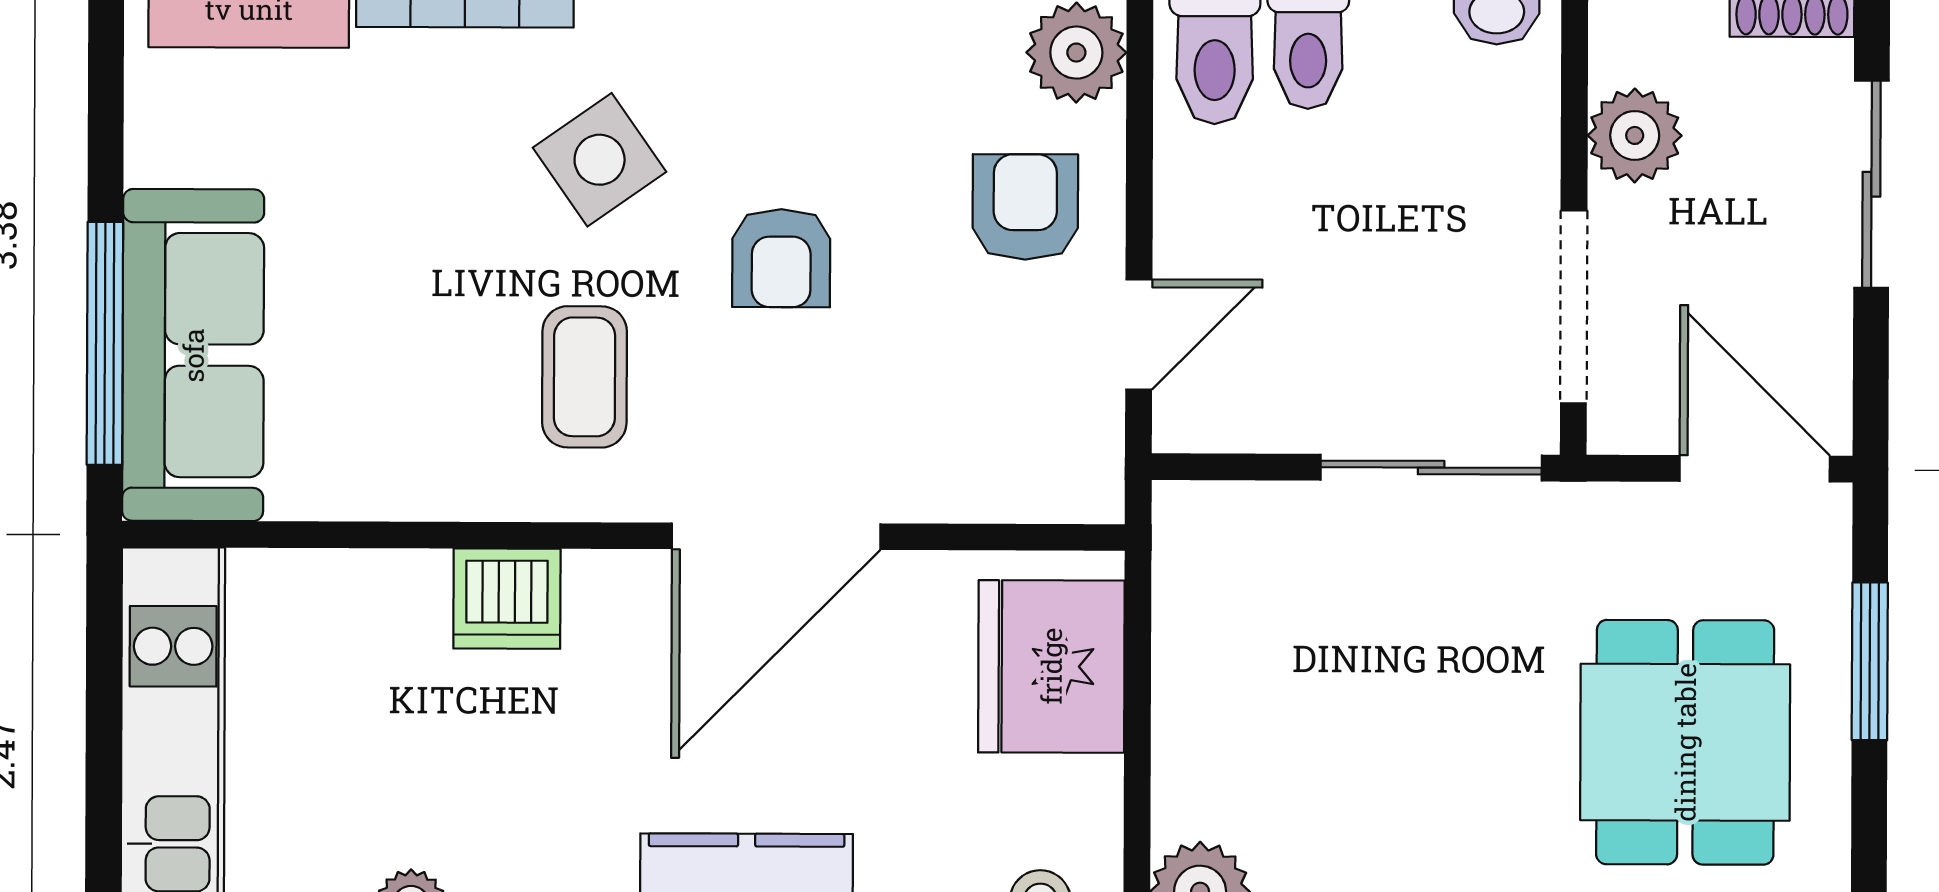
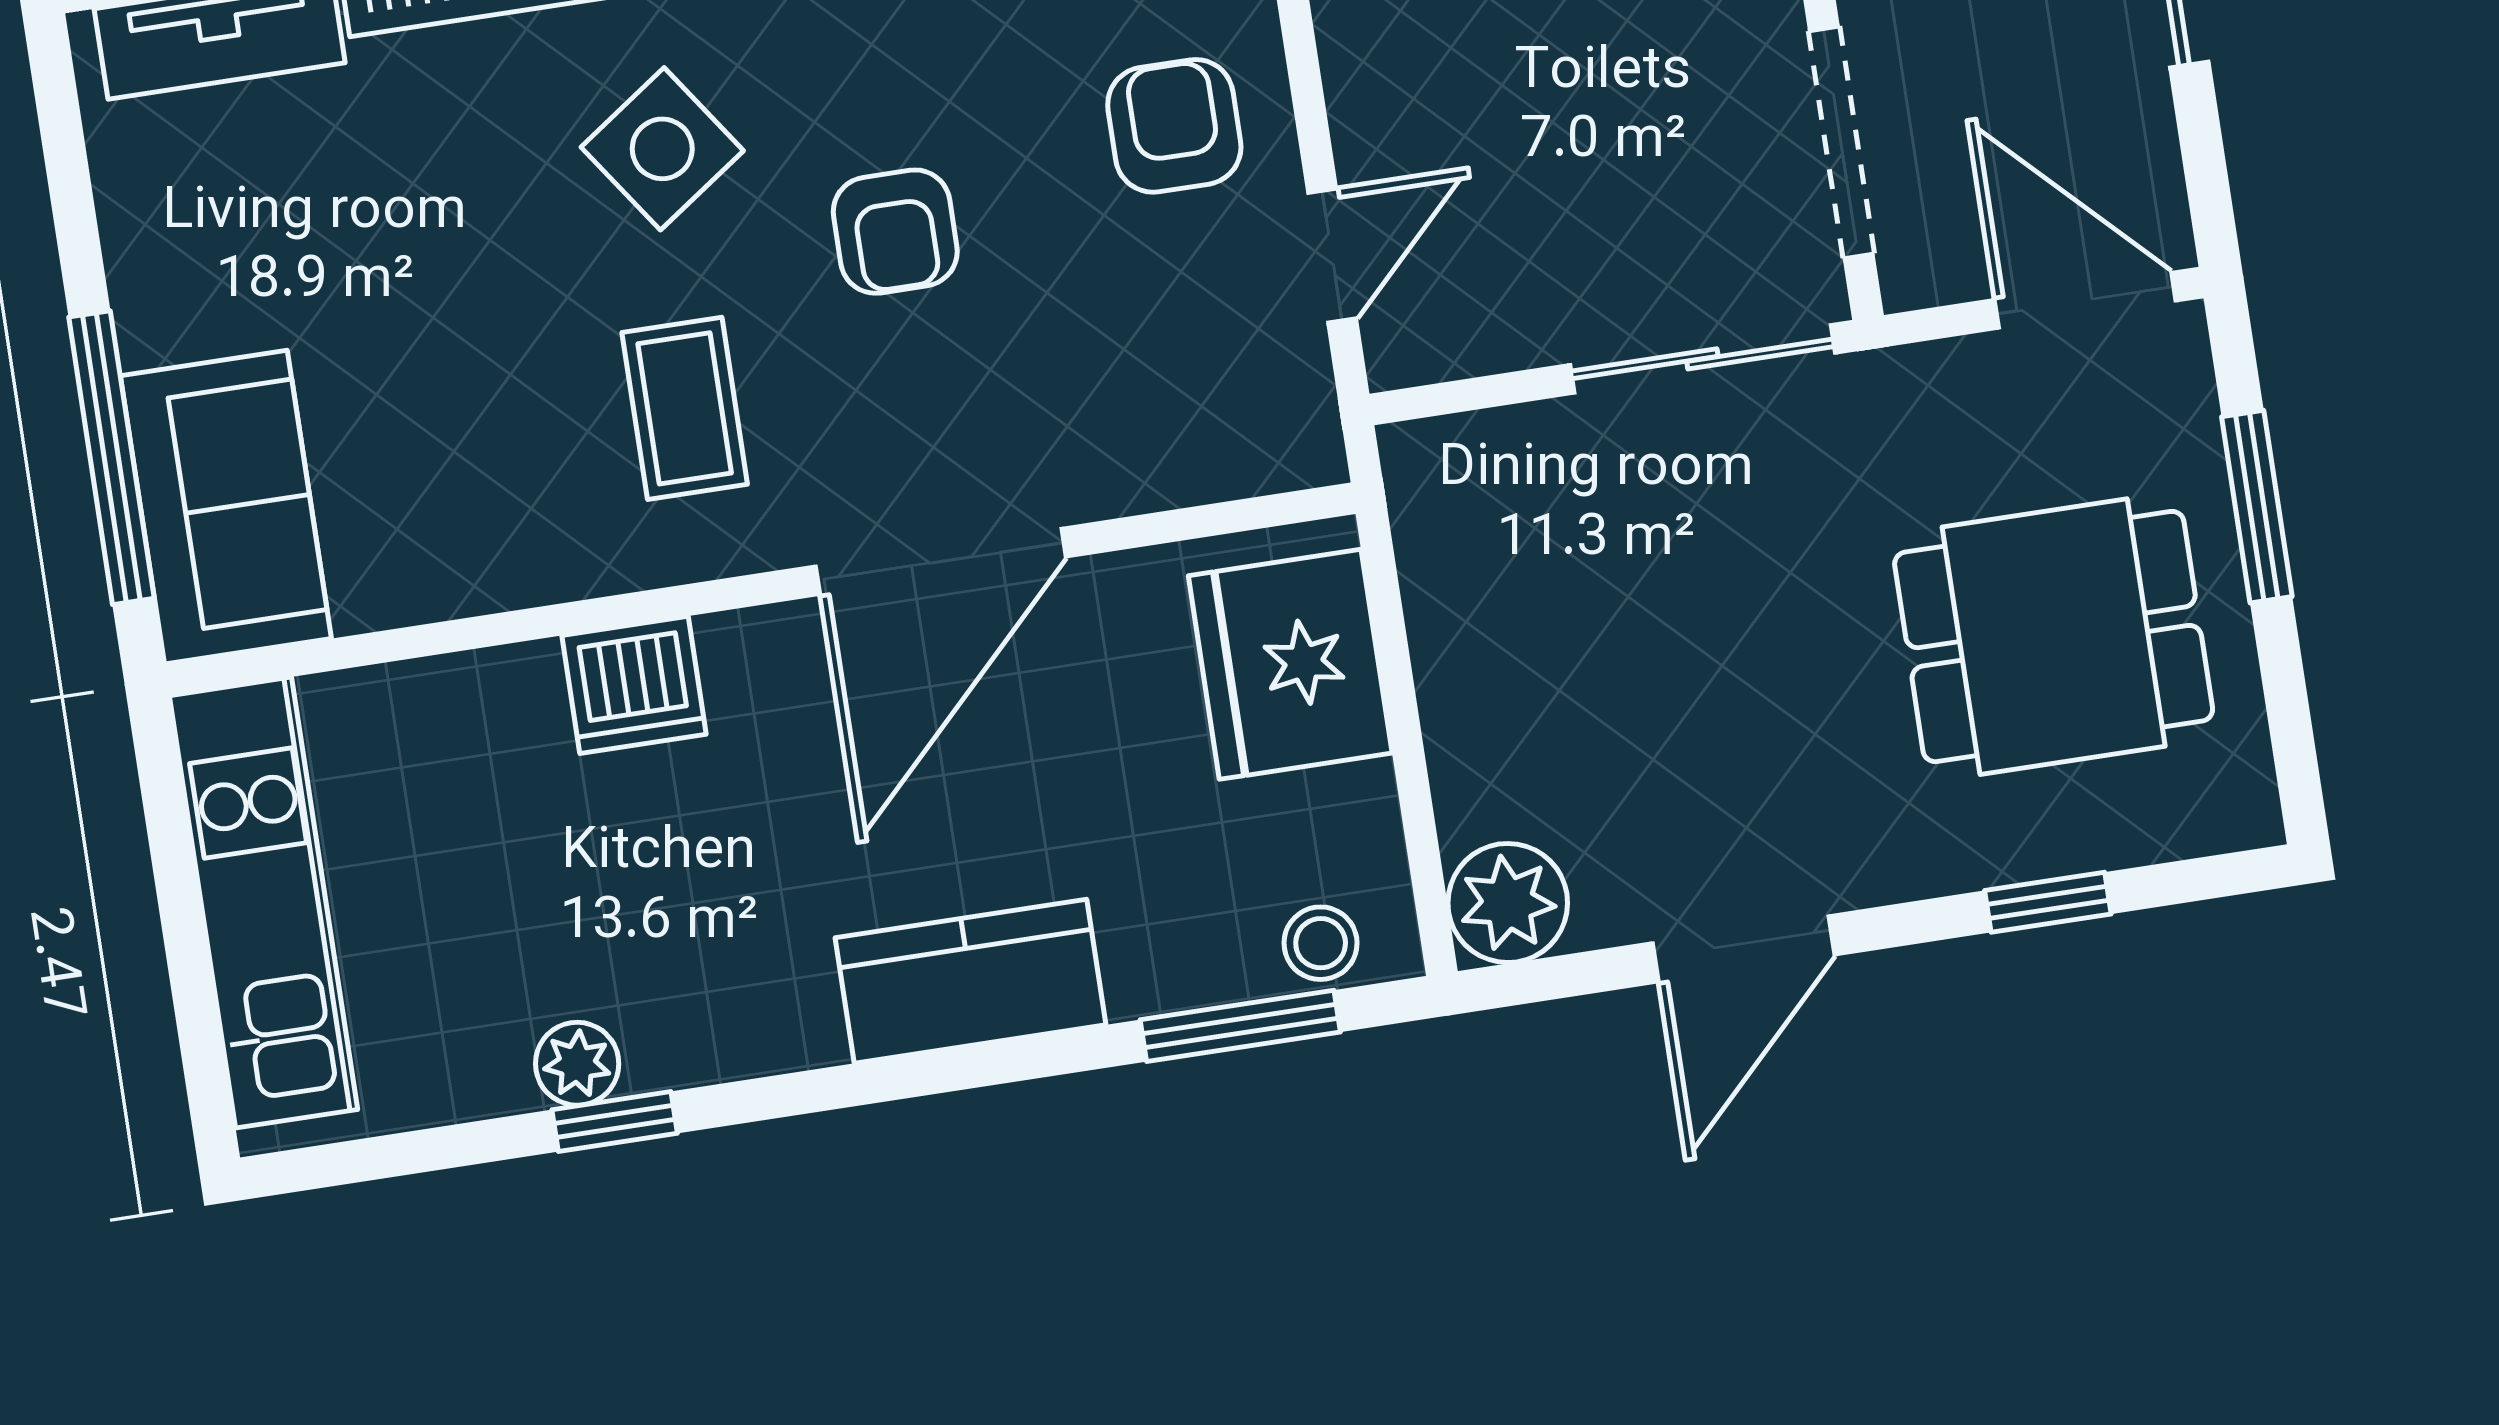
sofa: (193, 355) -> (226, 507), width x0.73
dining table: (1685, 742) -> (2054, 637), turned 90

